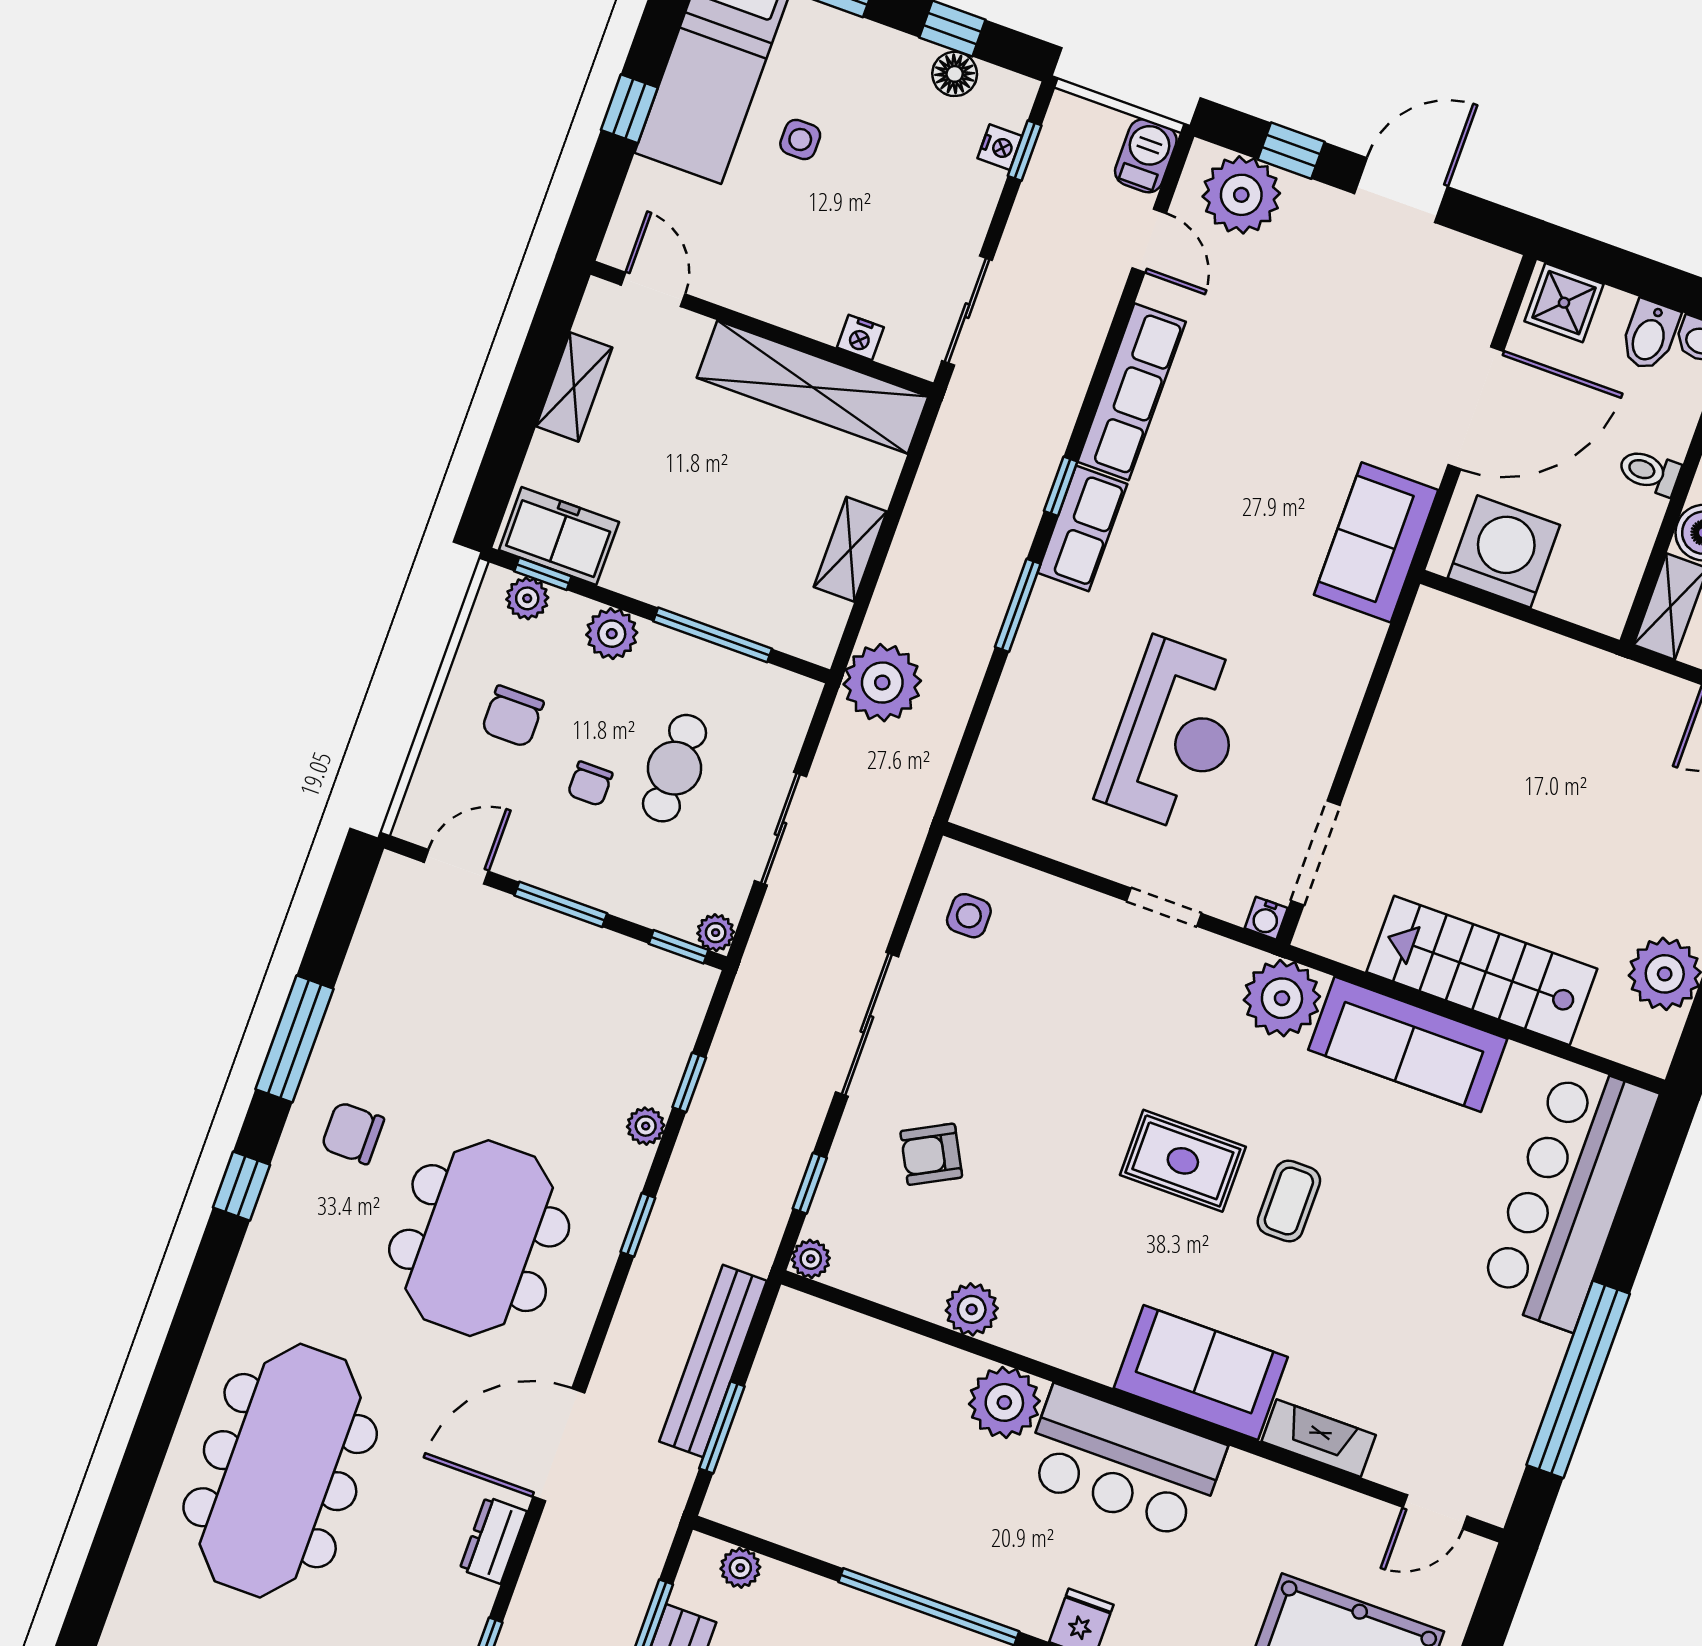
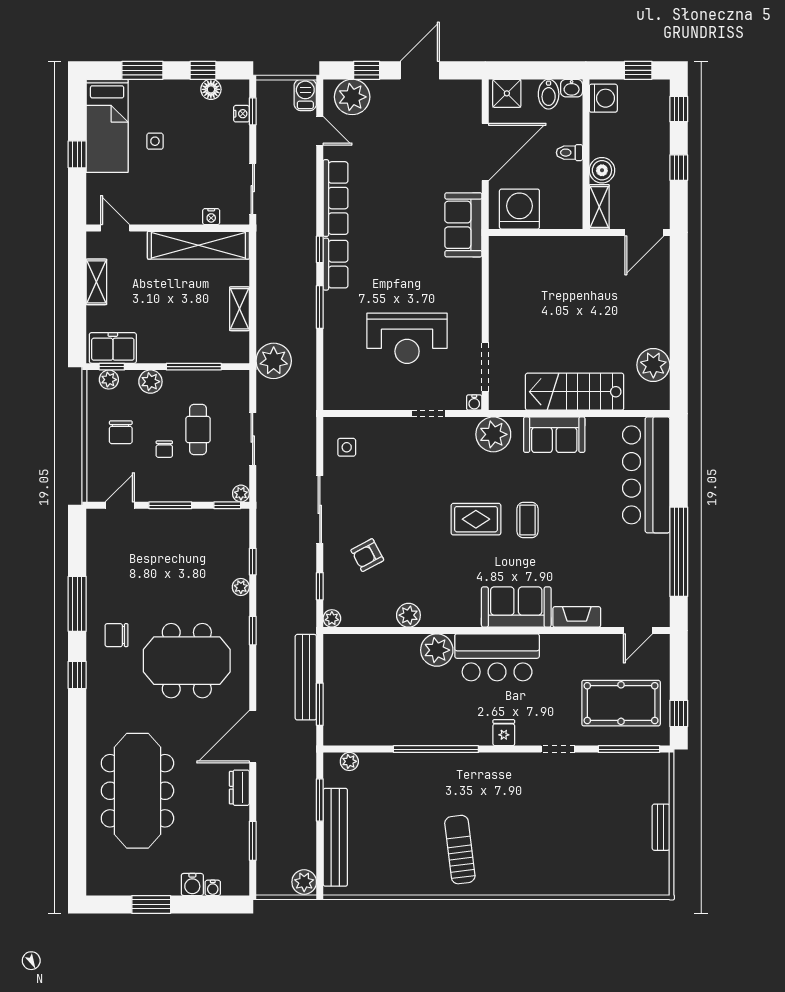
reception desk: (1175, 735) -> (407, 338), turned 90
sofa: (1408, 1044) -> (554, 435), width x0.73
meeting table: (479, 1238) -> (187, 661), turned 90

